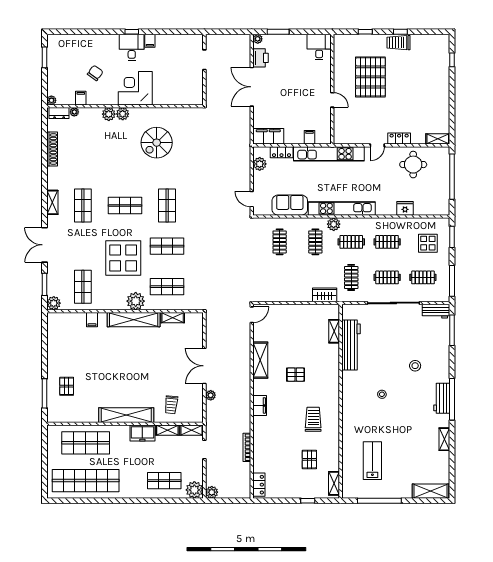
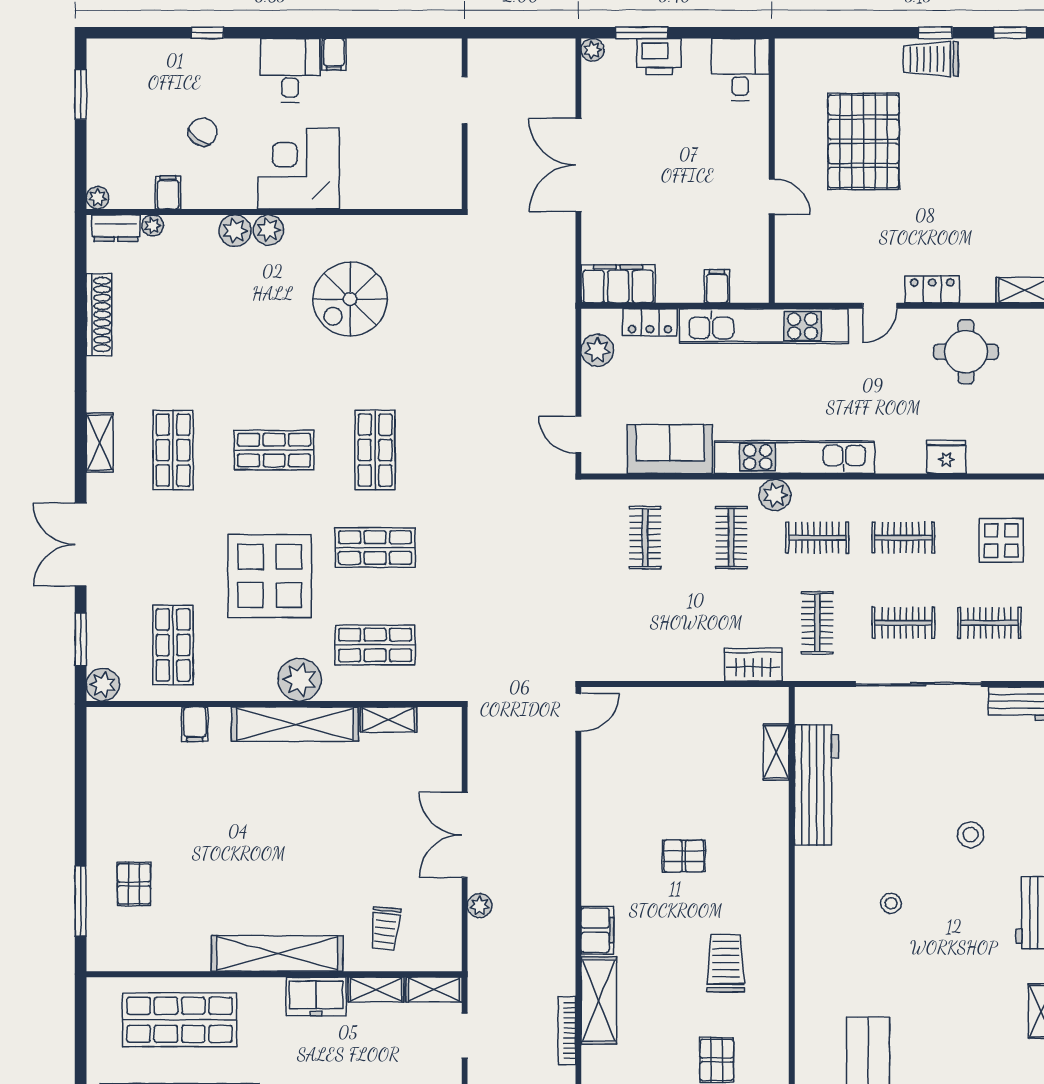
window: (132, 32) -> (207, 33), moved
window: (365, 32) -> (1010, 33), moved
printer: (260, 58) -> (659, 57), moved, turned 90
shelving: (260, 360) -> (599, 1000), moved

